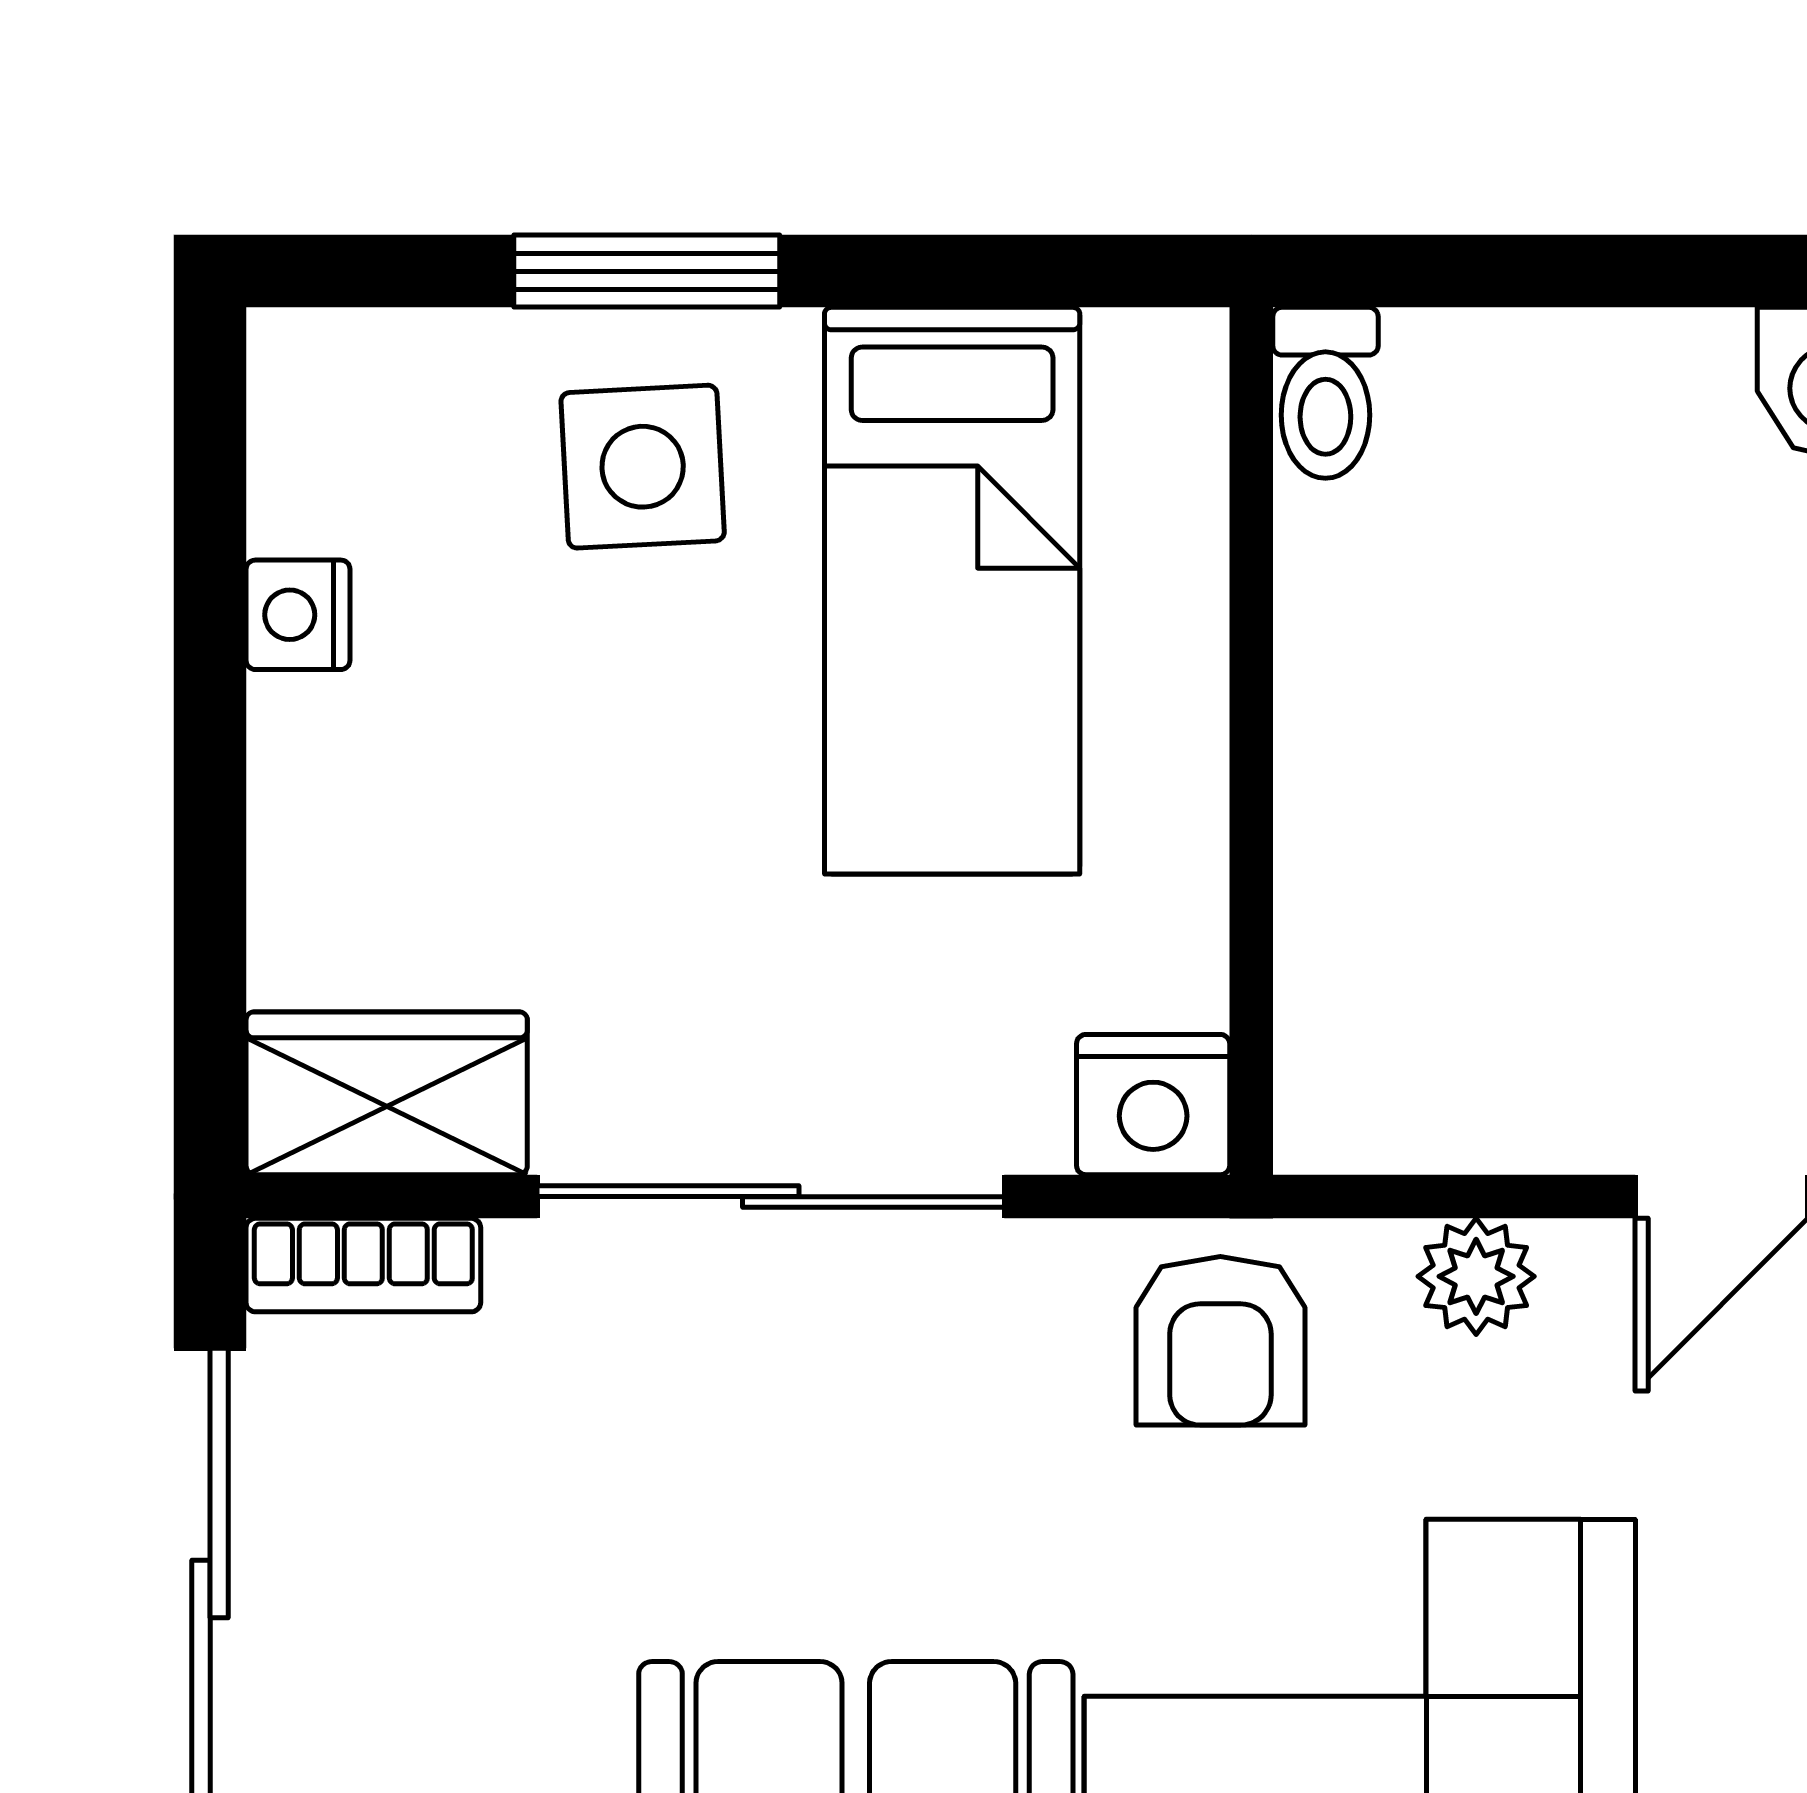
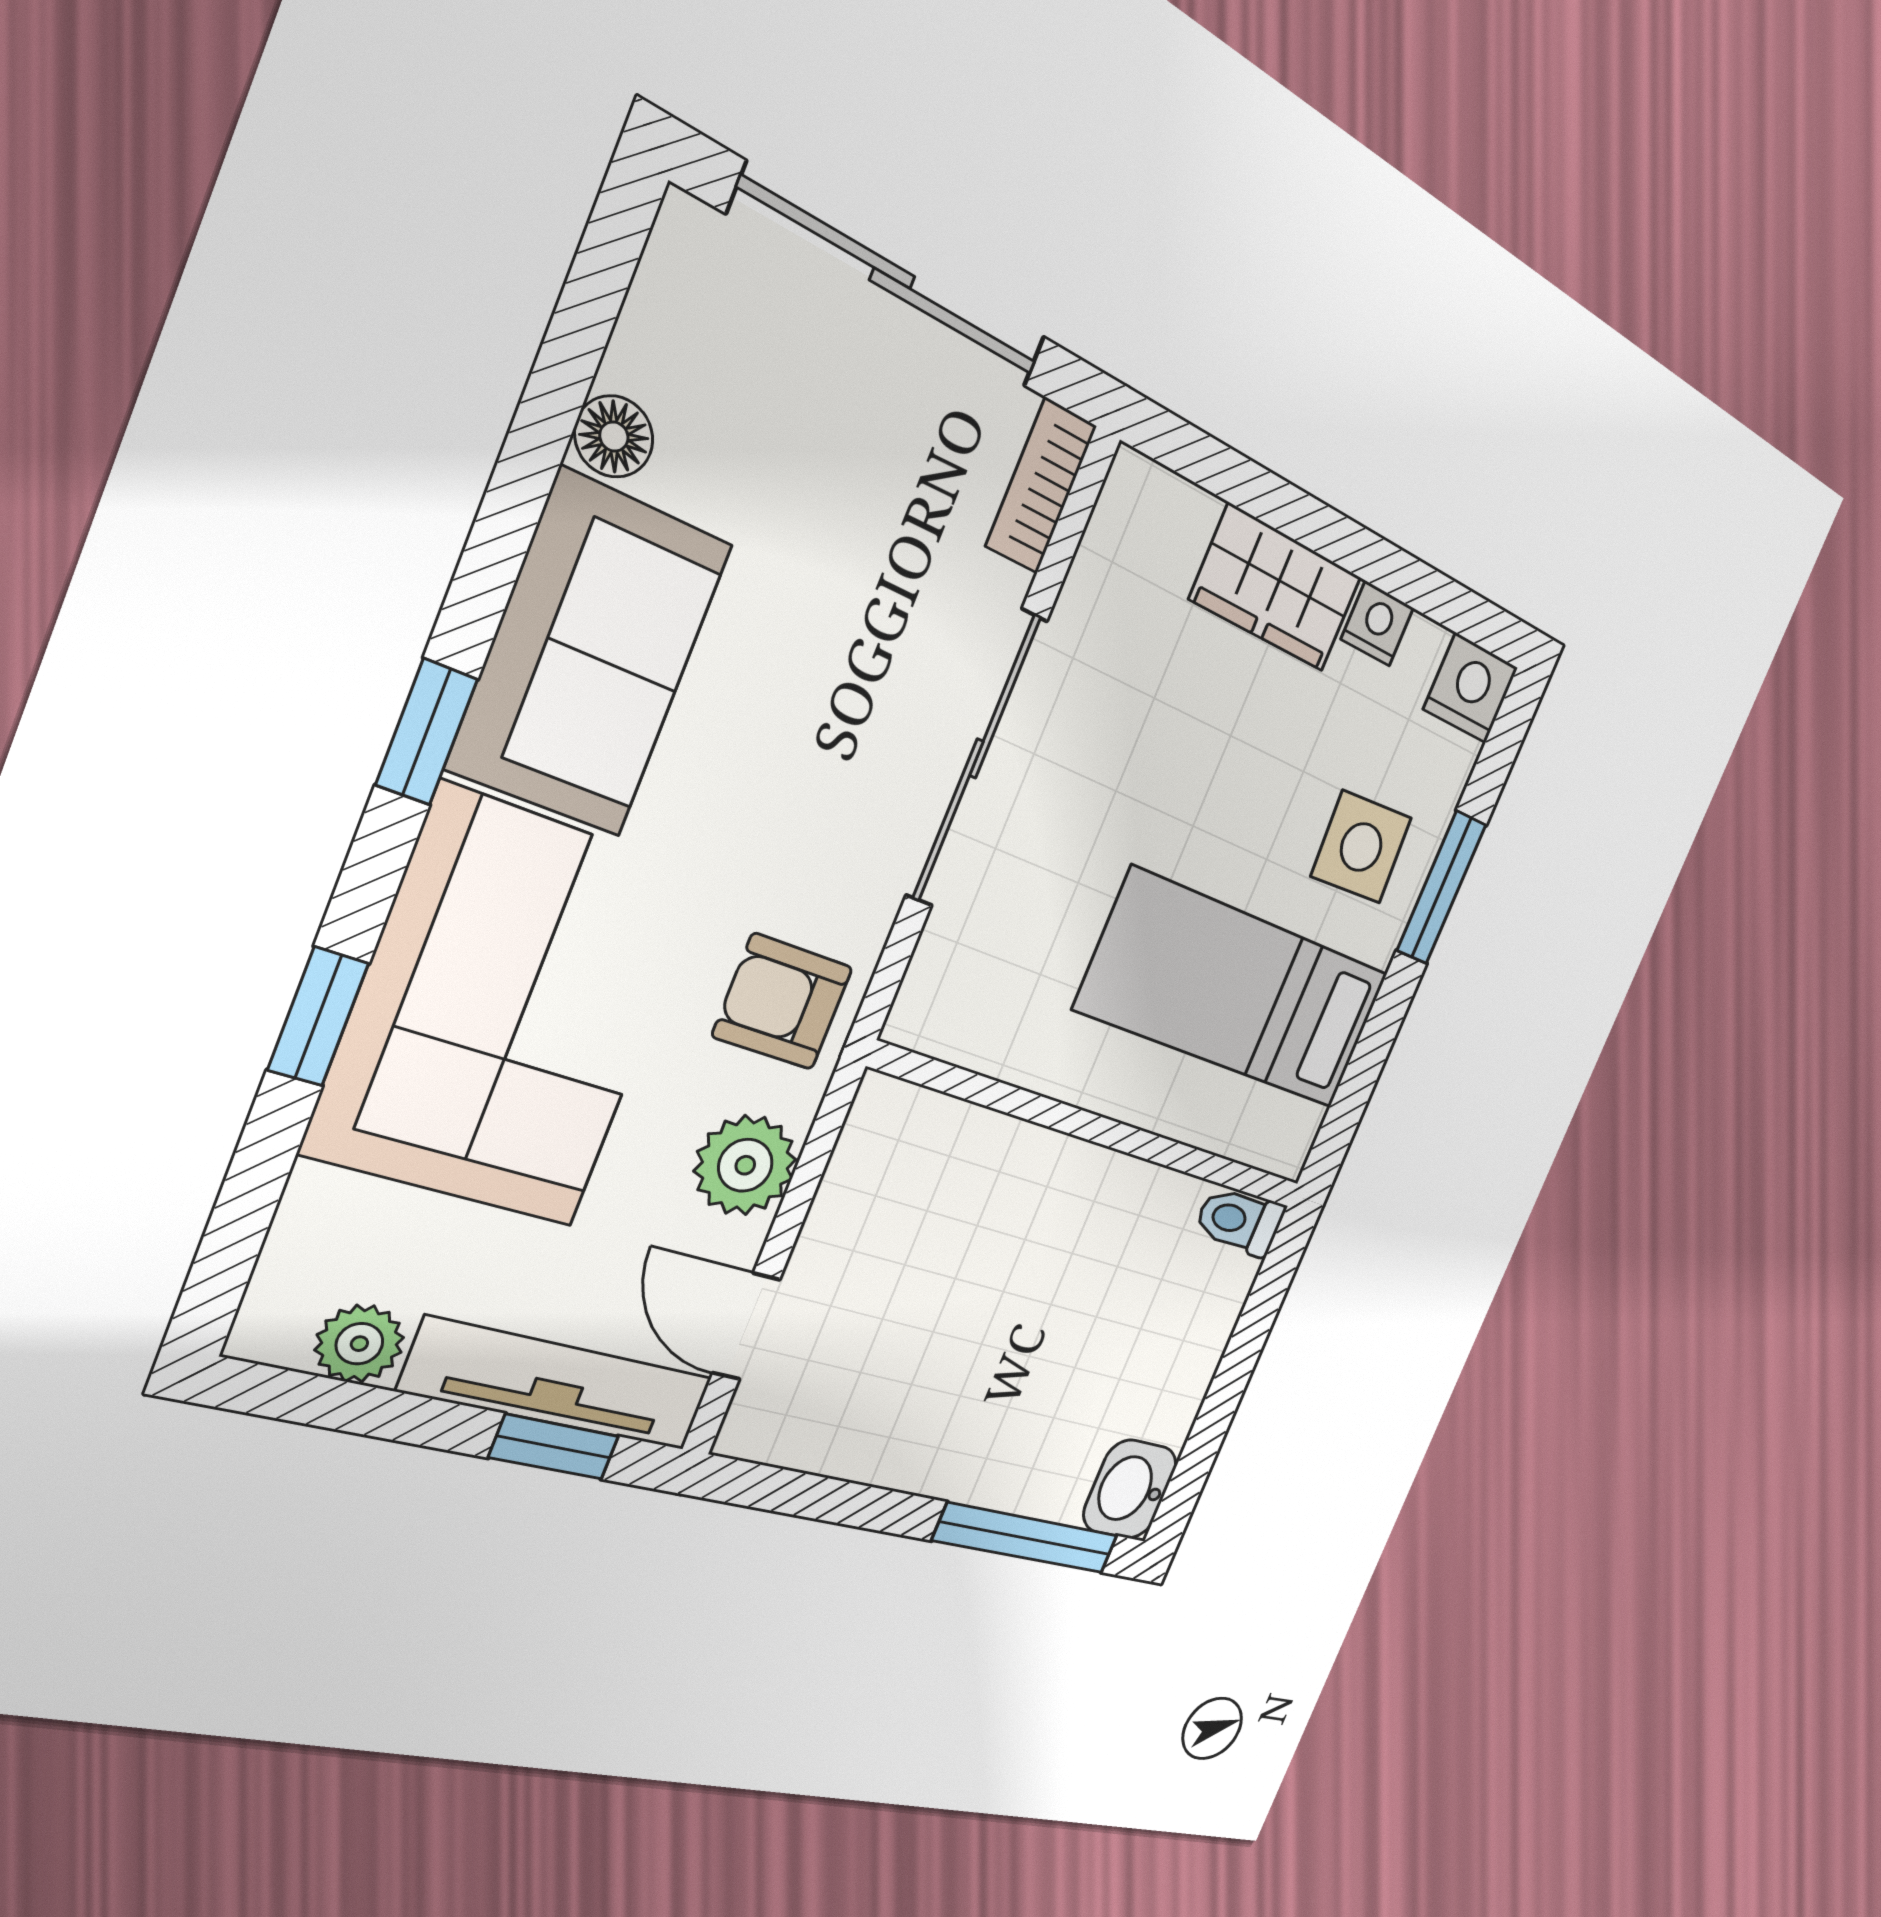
wardrobe: (387, 1093) -> (1276, 588), moved, turned 90
nightstand: (1153, 1105) -> (1471, 688), moved, turned 90
plant: (1476, 1276) -> (745, 1165), width x1.38, depth x1.38

